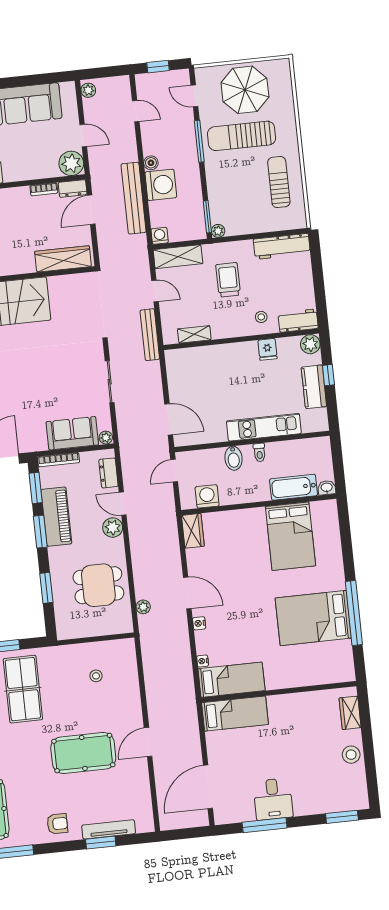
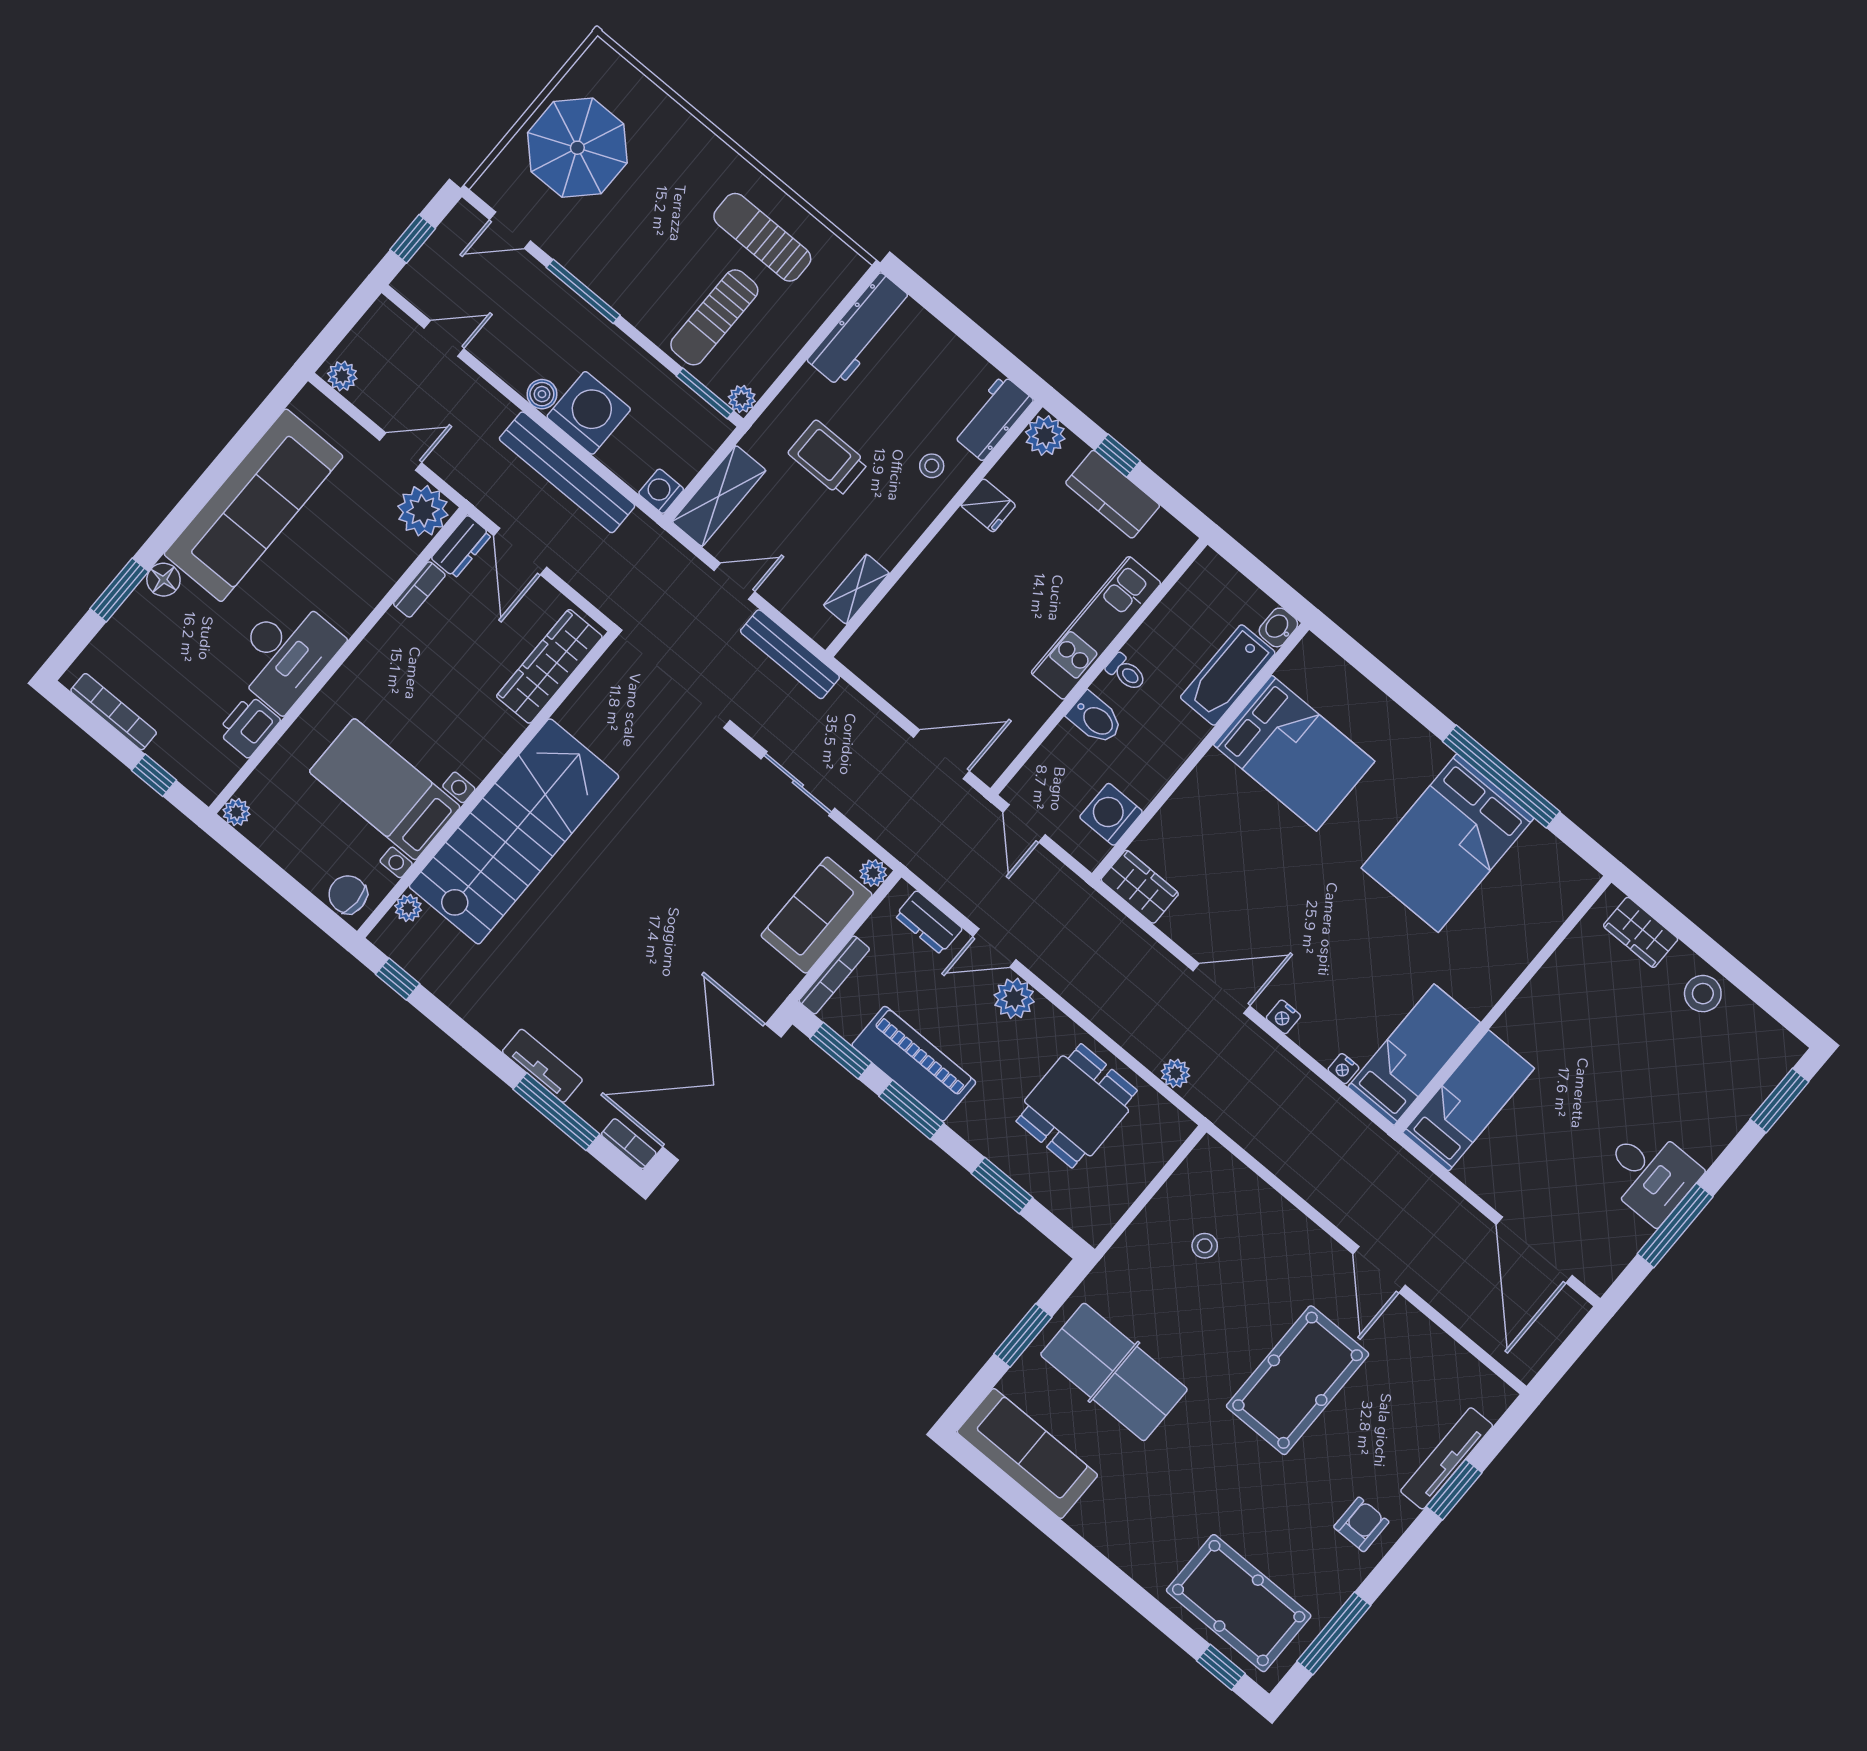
sun lounger: (242, 136) -> (714, 317), moved, width x0.73, depth x0.75

